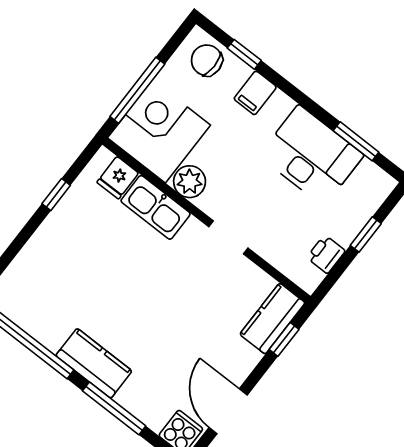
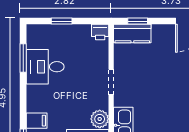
desk: (311, 156) -> (45, 67), width x0.73
printer: (326, 254) -> (100, 32), moved

